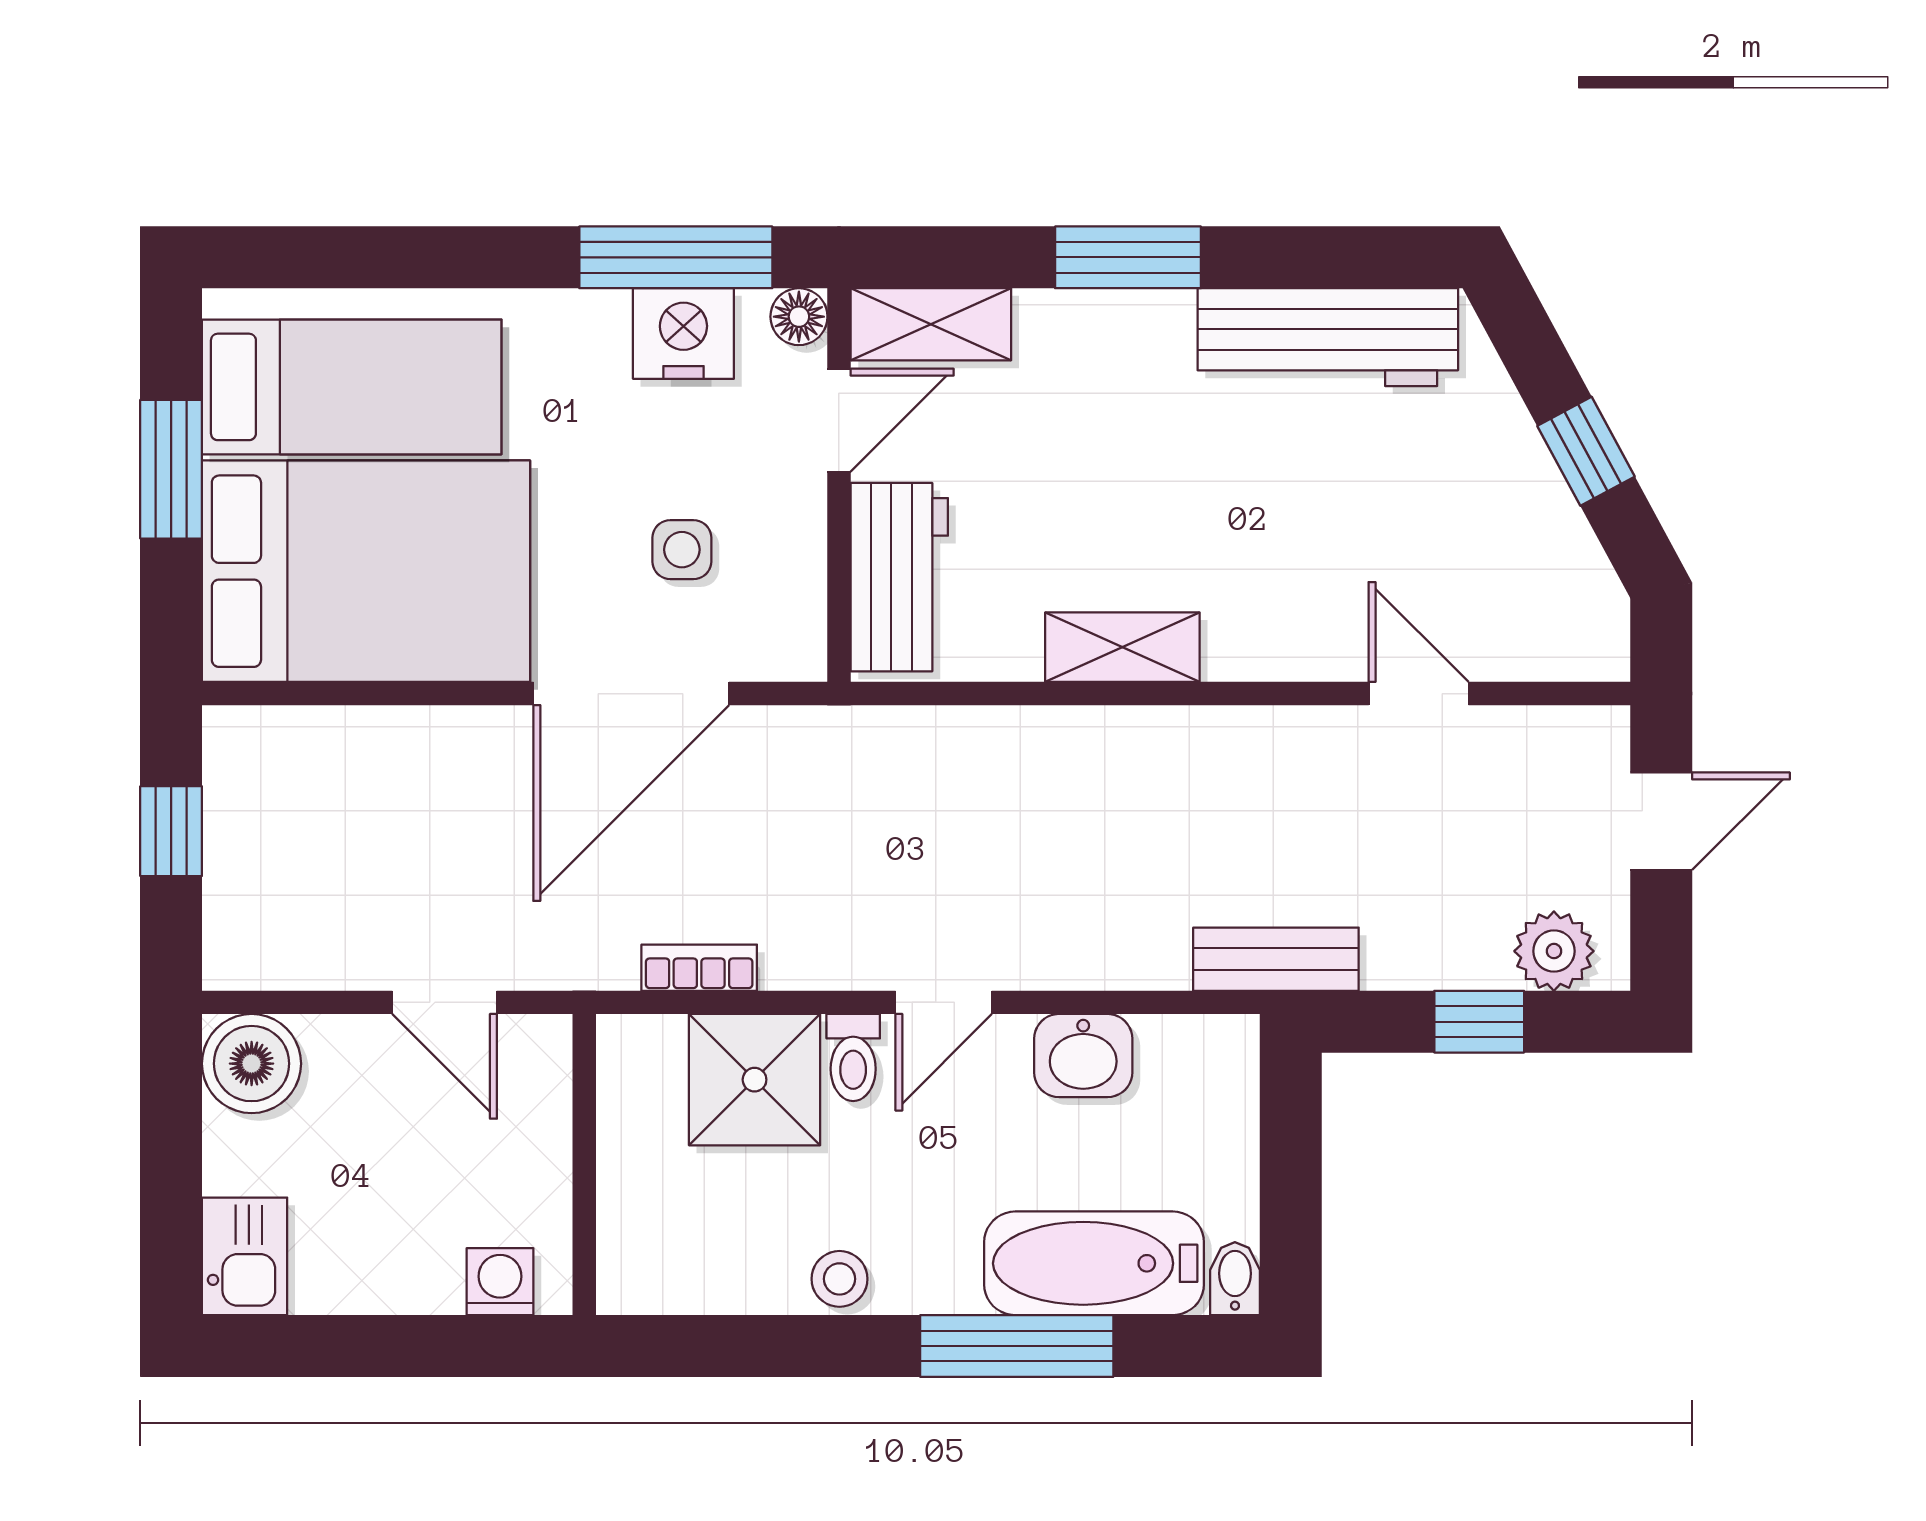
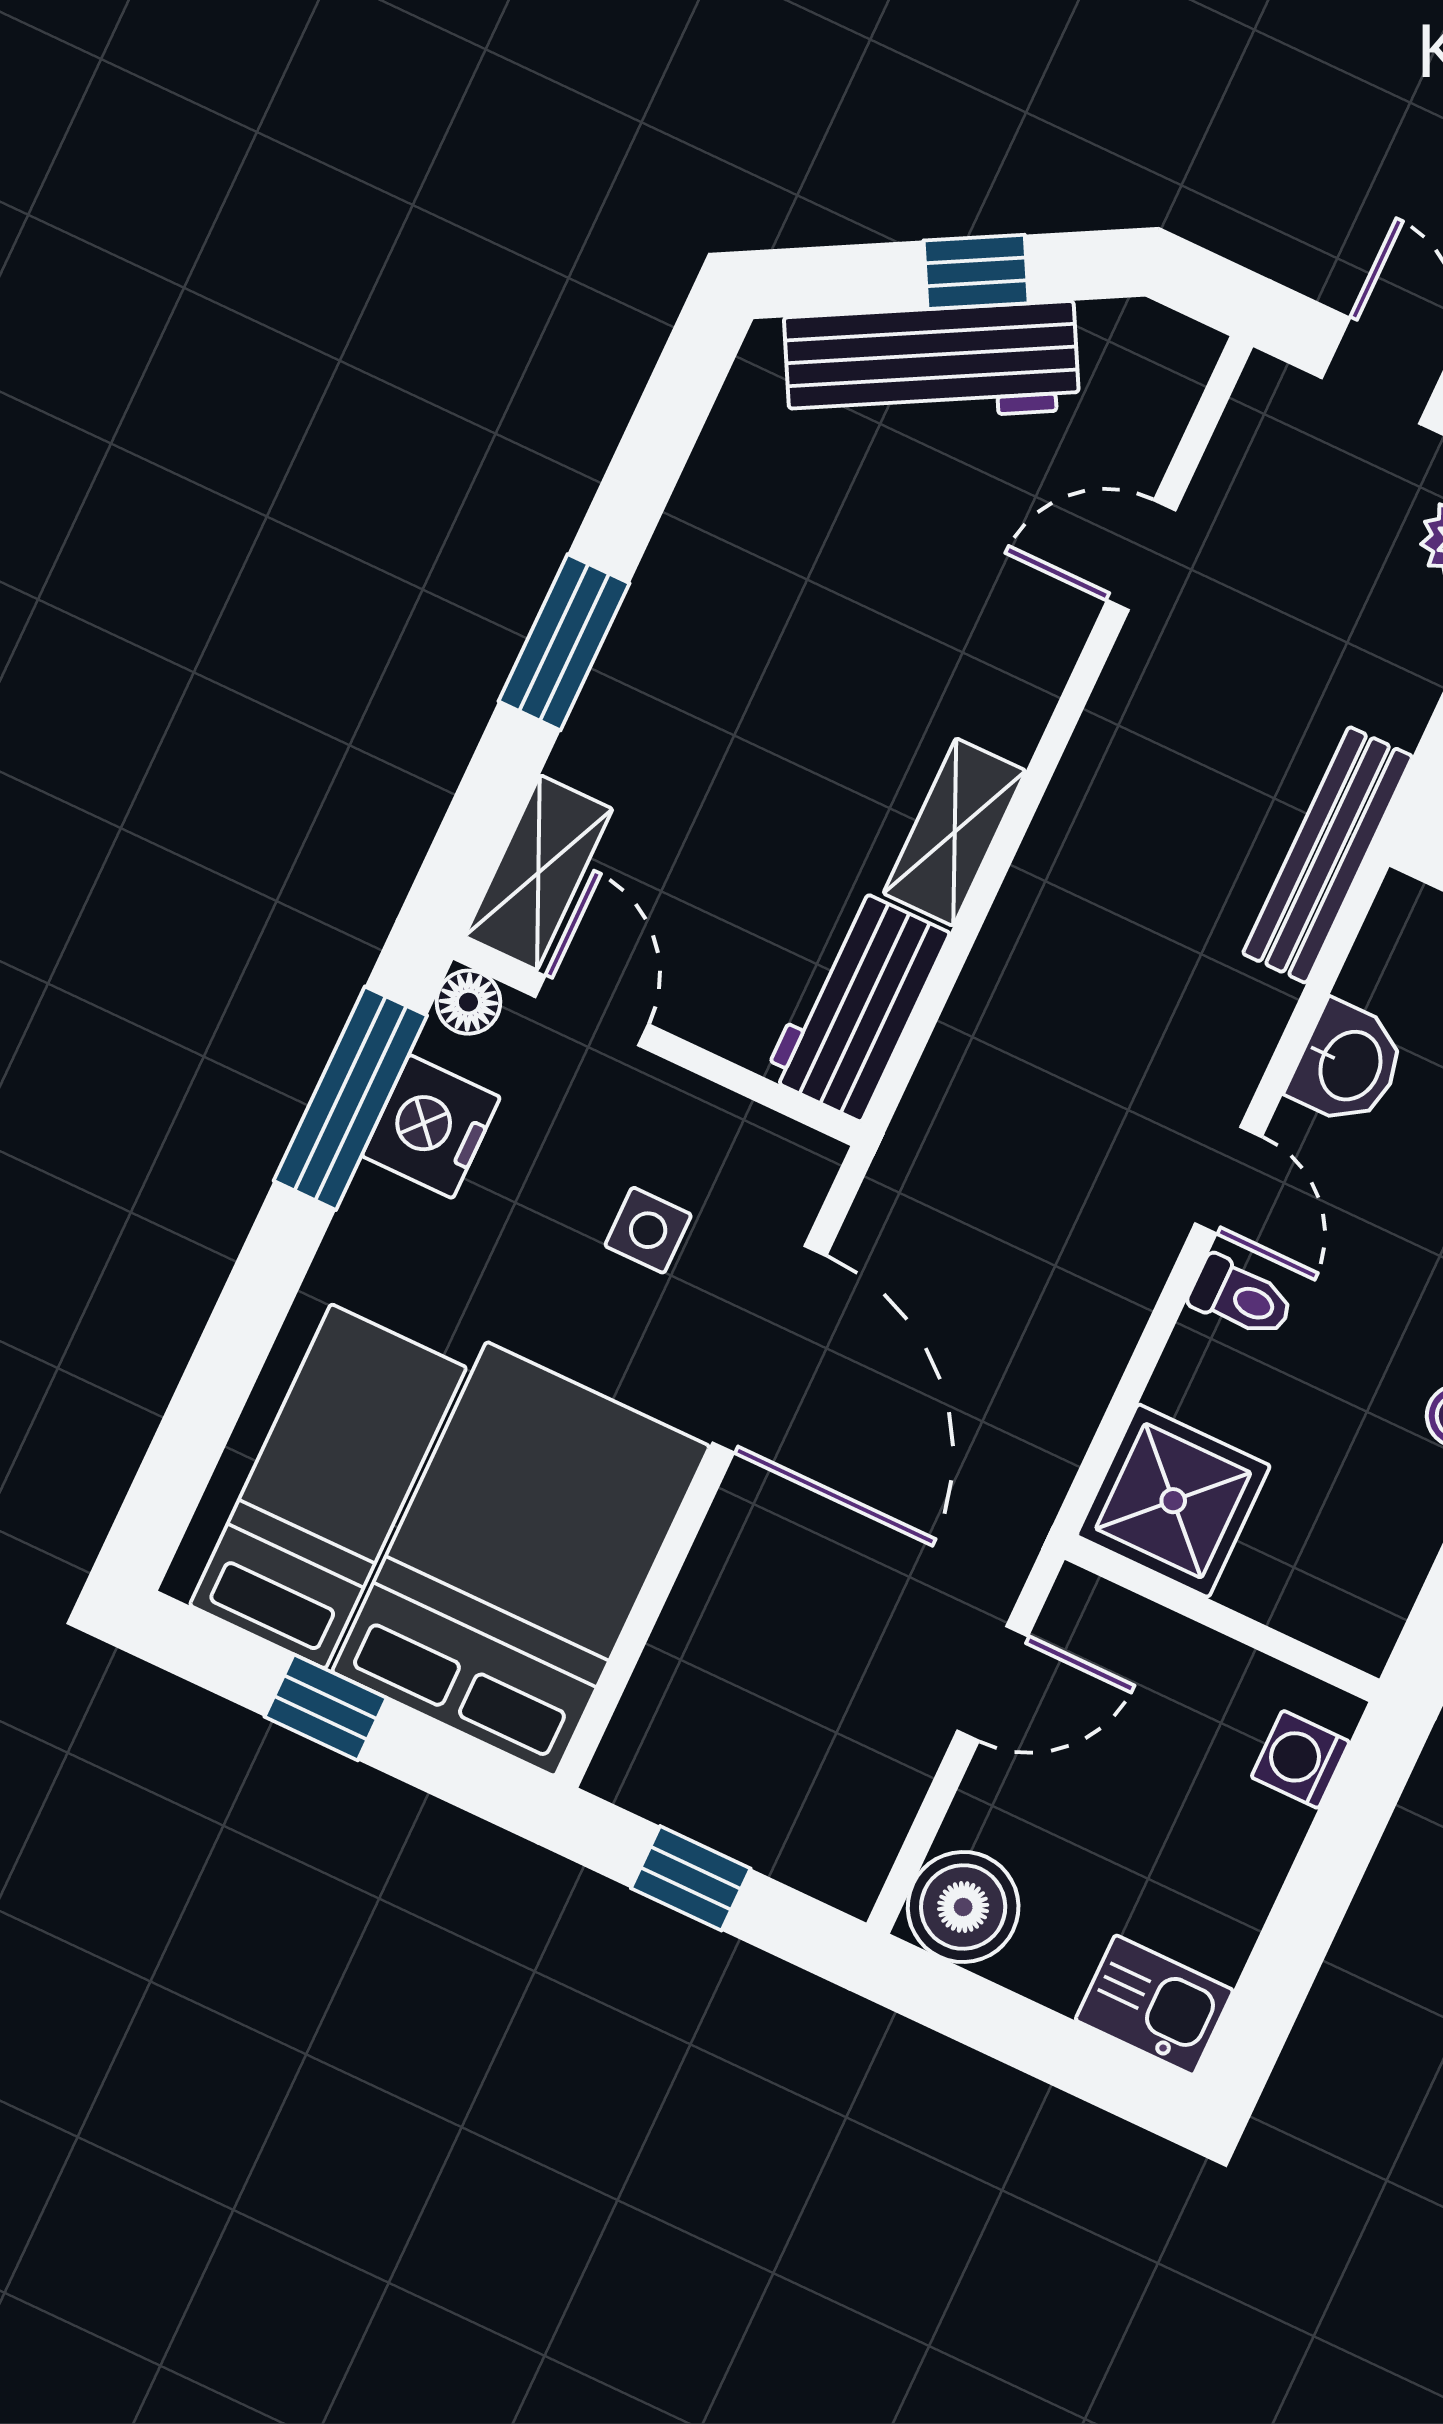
workbench: (1328, 337) -> (932, 364), moved, turned 62
window: (171, 469) -> (326, 1707), width x0.67
workbench: (899, 577) -> (857, 1005), moved, turned -90
bench: (1276, 959) -> (1328, 855), width x1.36
bookcase: (699, 968) -> (1078, 1410), removed
shower: (755, 1080) -> (1173, 1501), moved

